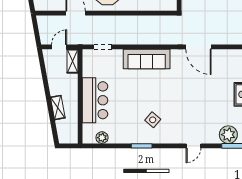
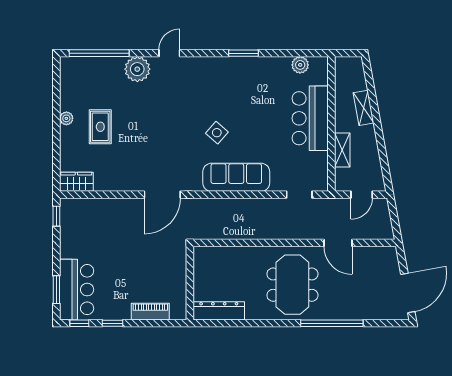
door: (198, 47) -> (162, 195), swing flipped
shelving: (73, 61) -> (342, 150), moved
side table: (153, 120) -> (217, 133), moved
plant: (228, 135) -> (137, 69), moved

